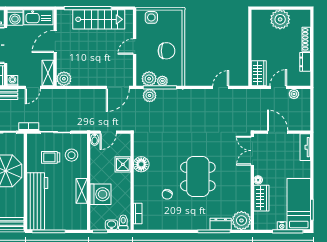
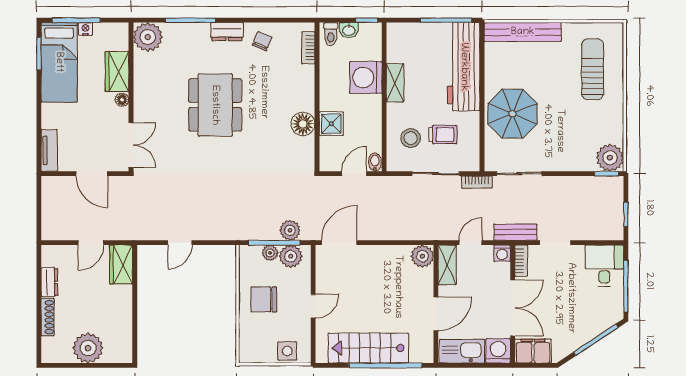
plant: (294, 94) -> (67, 233), removed
chair: (167, 194) -> (262, 41), moved
dresser: (221, 224) -> (227, 32), moved

